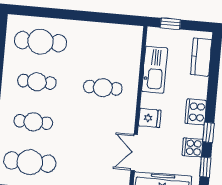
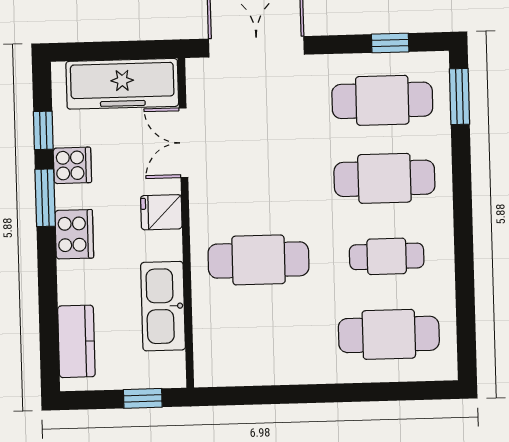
cafe table: (103, 88) -> (259, 260), width x1.37, depth x1.35
cafe table: (33, 122) -> (384, 178), width x1.37, depth x1.35
window: (208, 132) -> (45, 198), width x1.50
double door: (134, 152) -> (183, 143), swing flipped

